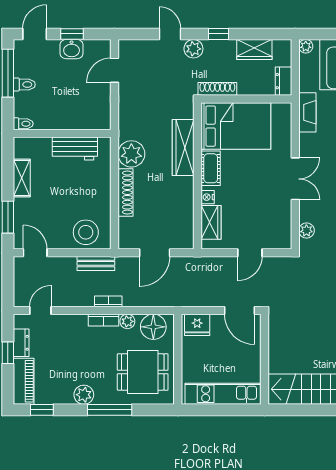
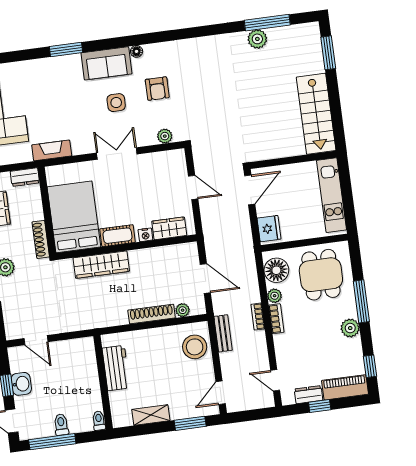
plant: (131, 154) -> (183, 310), moved, width x0.53, depth x0.53

